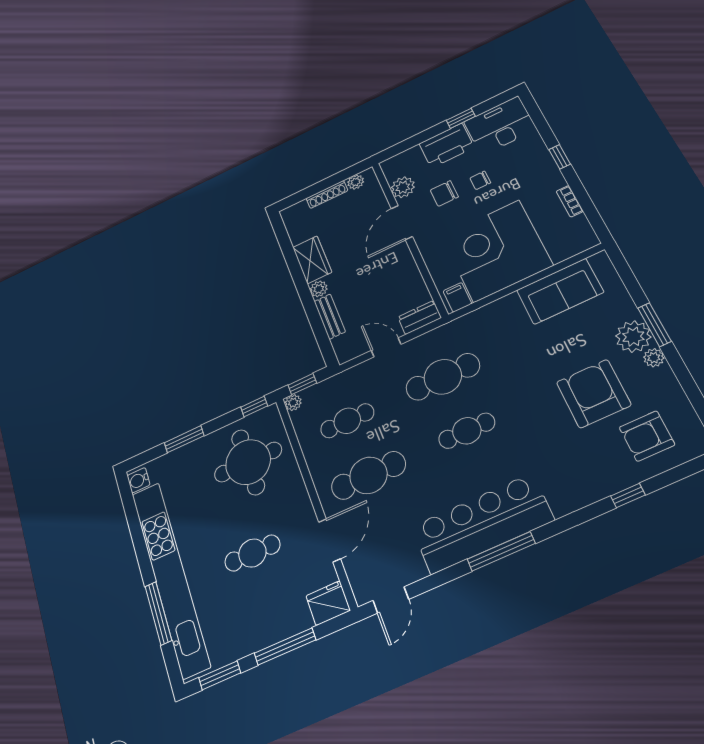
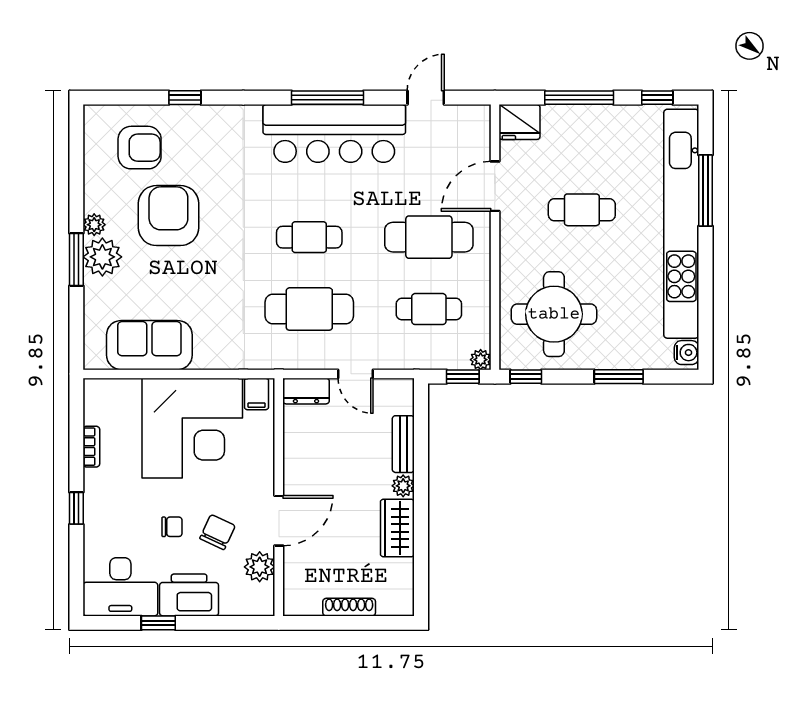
plant: (356, 182) -> (310, 605), removed
chair: (444, 193) -> (217, 532), turned -65
armchair: (594, 394) -> (168, 216), turned 180
door: (391, 600) -> (426, 98), moved
window: (220, 675) -> (657, 98), width x0.67

